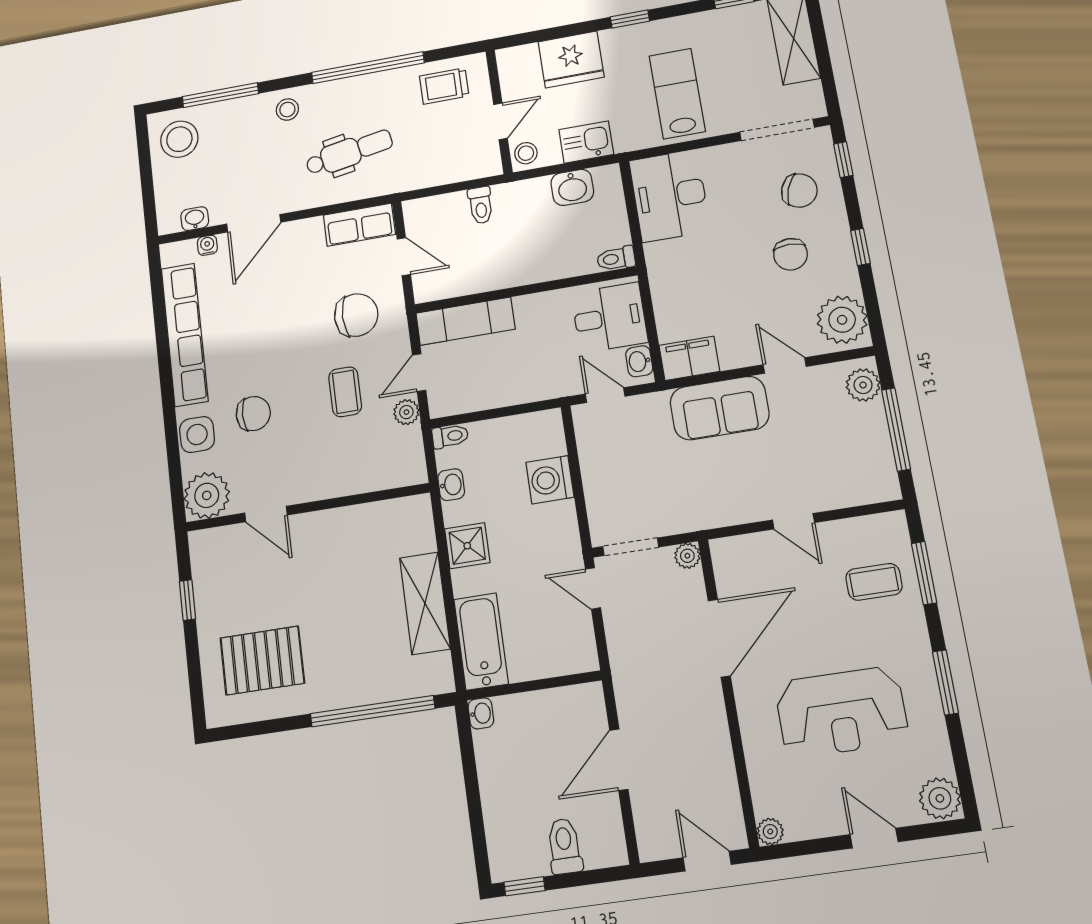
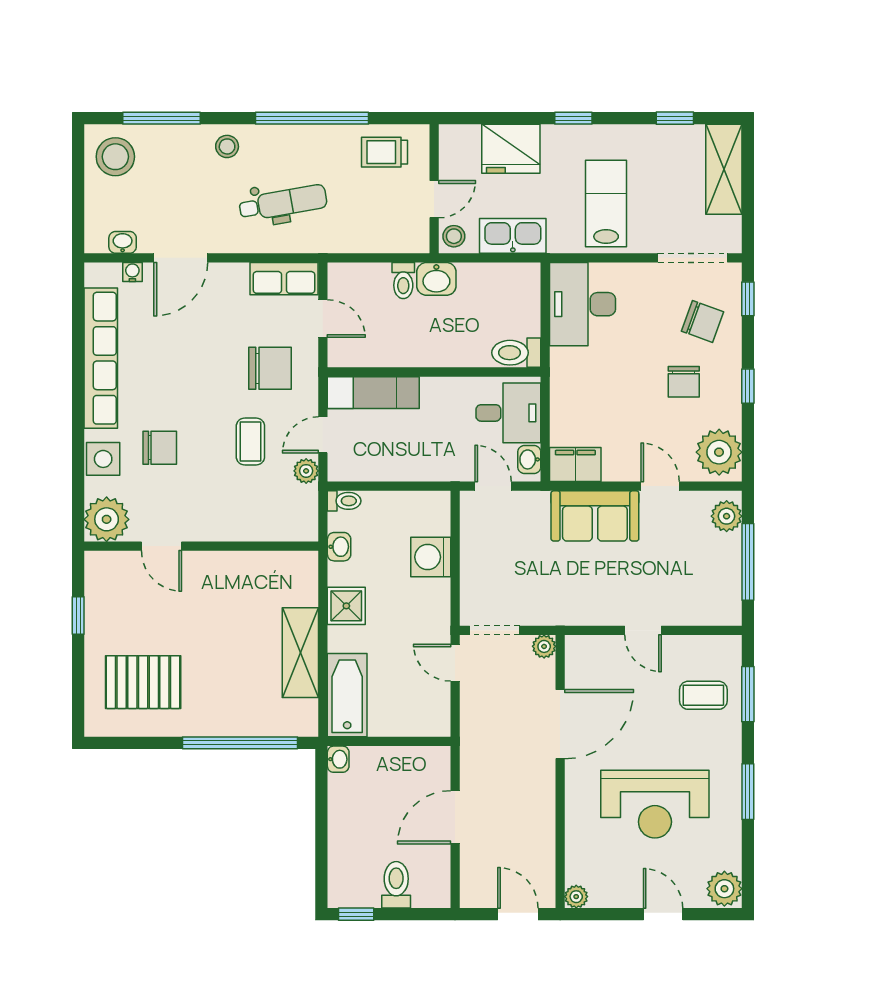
kitchen sink: (586, 142) -> (513, 236), width x1.38
washbasin: (572, 187) -> (436, 279), moved
toilet: (616, 259) -> (516, 353), width x1.37, depth x1.39

